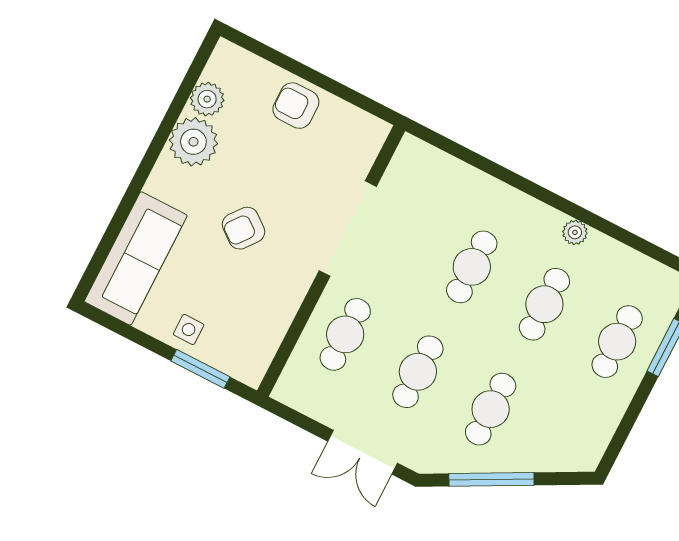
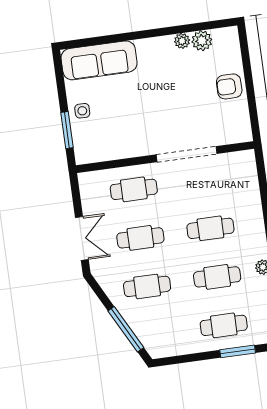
armchair: (296, 106) -> (229, 86), turned -90
plant: (193, 142) -> (182, 41), width x0.53, depth x0.53
armchair: (244, 228) -> (151, 103), removed
double door: (363, 452) -> (82, 238), swing flipped
window: (491, 479) -> (126, 329), moved

